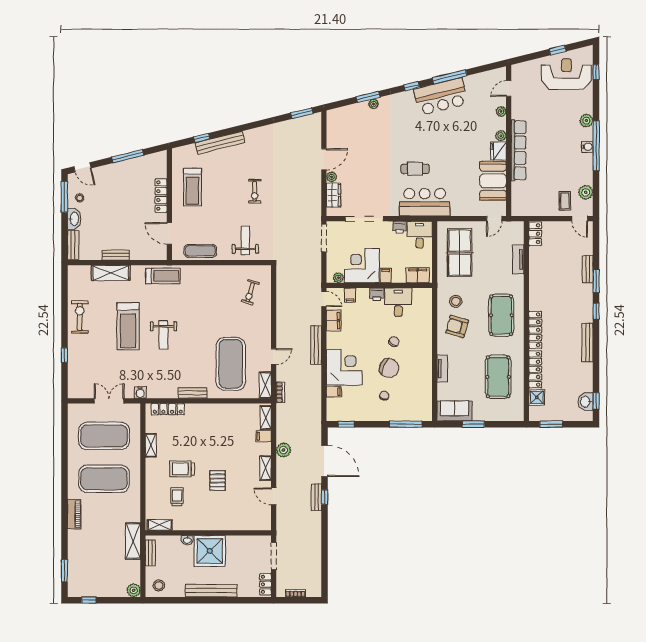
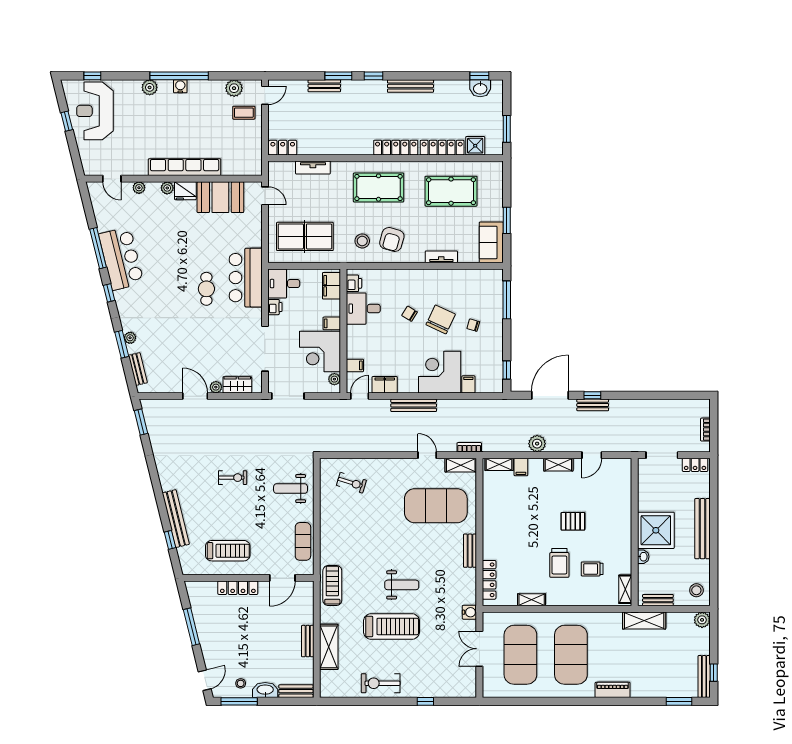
bench: (347, 111) -> (138, 369), added
printer: (377, 294) -> (354, 283), moved
bench: (86, 592) -> (704, 676), added

